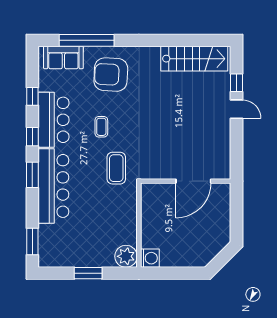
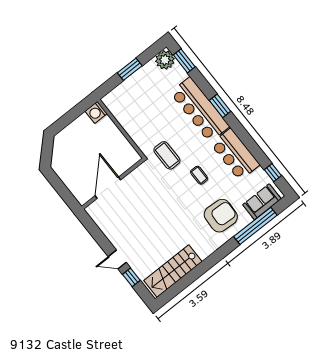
window: (32, 96) -> (273, 173), moved
window: (32, 137) -> (240, 132), removed
plant: (126, 256) -> (165, 60), moved

